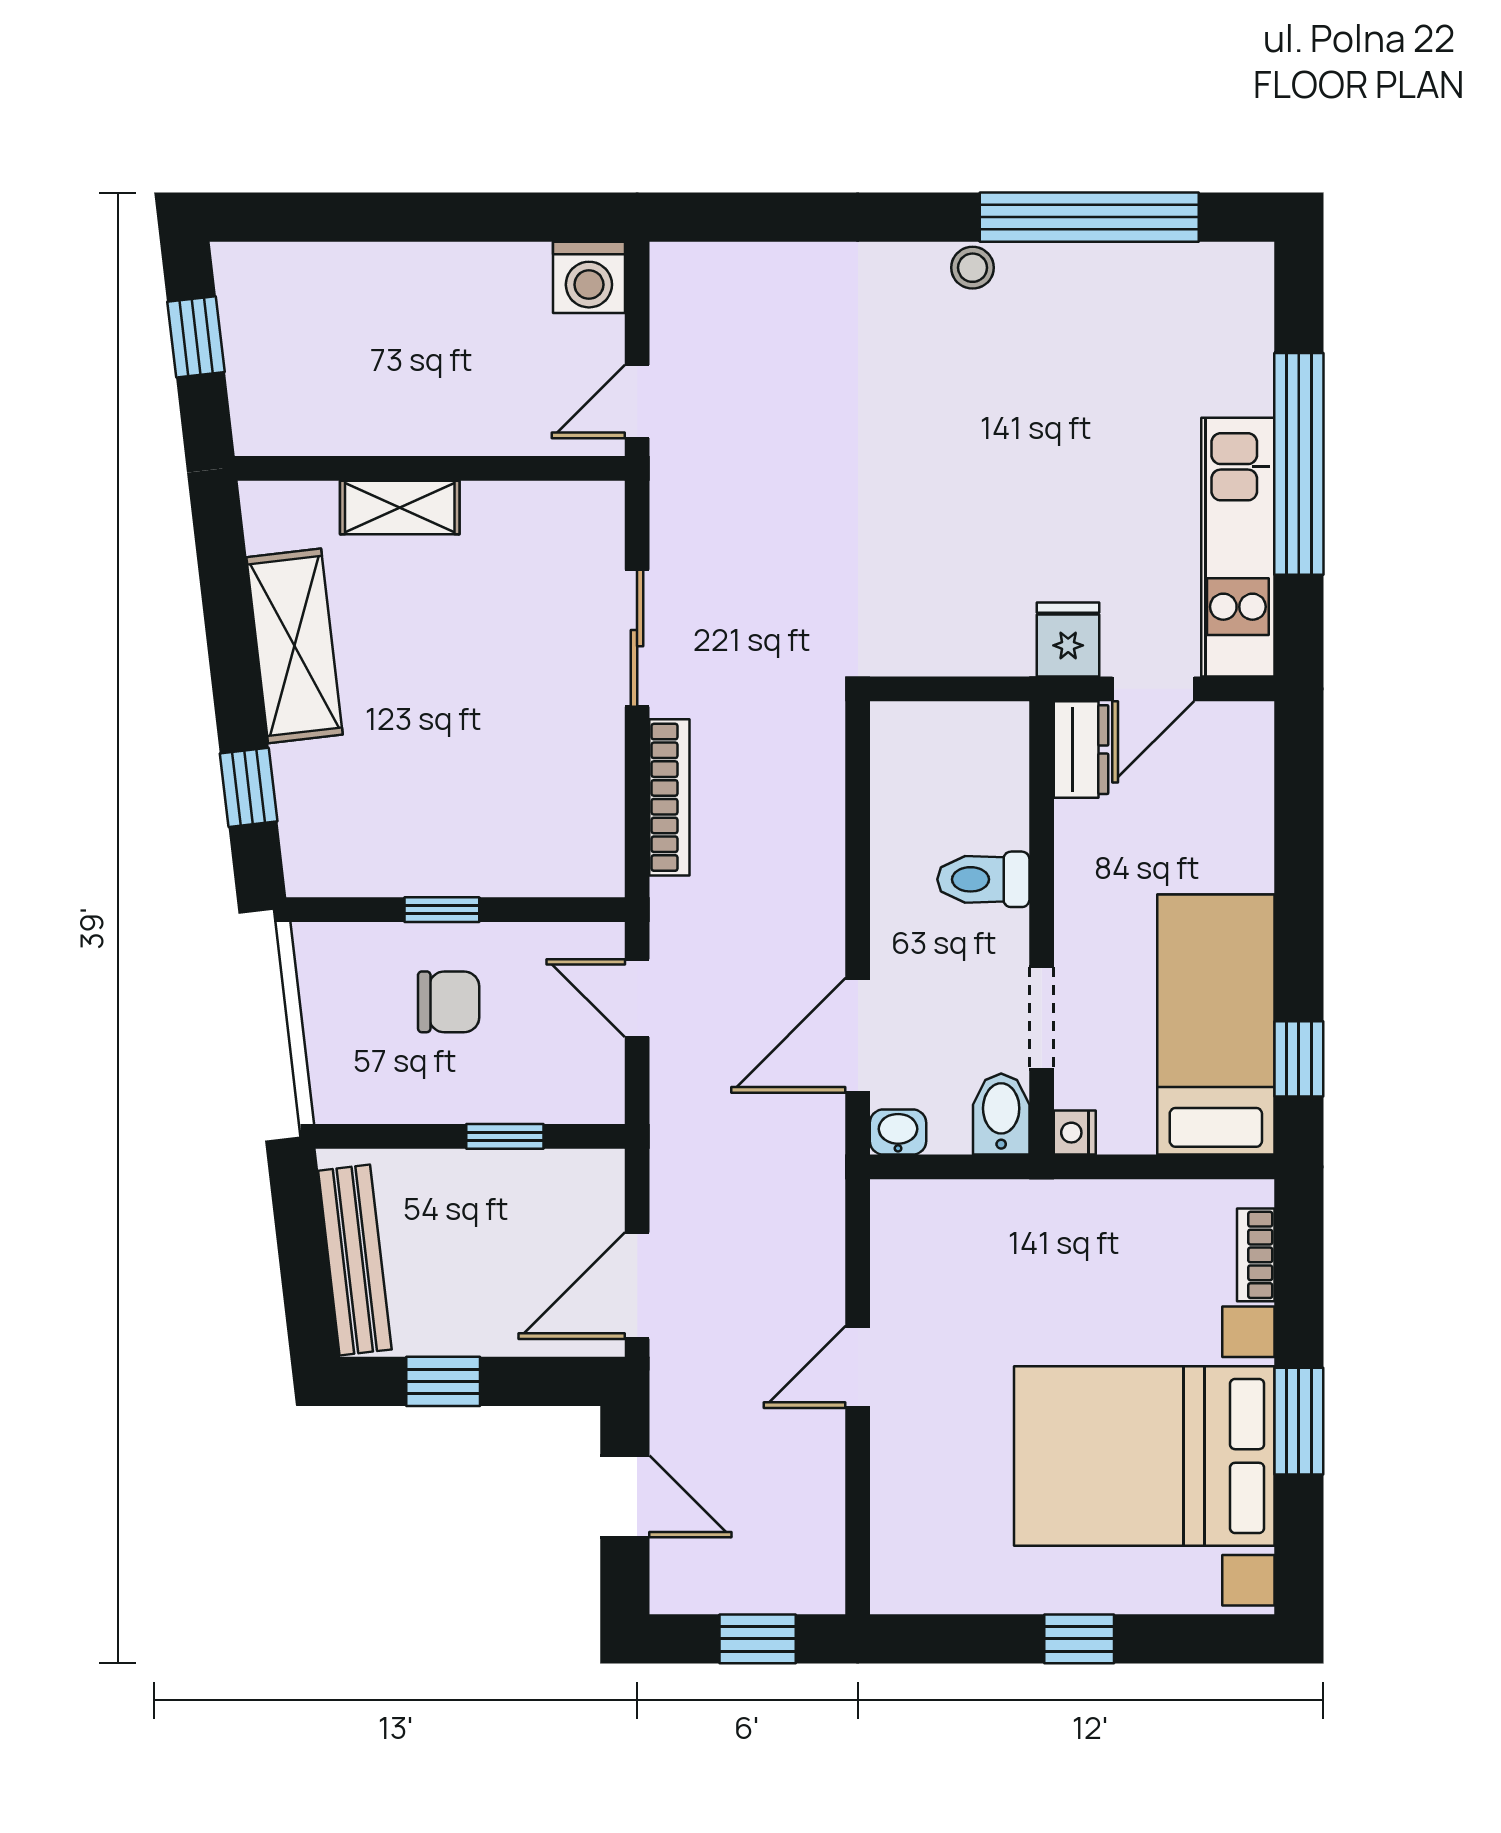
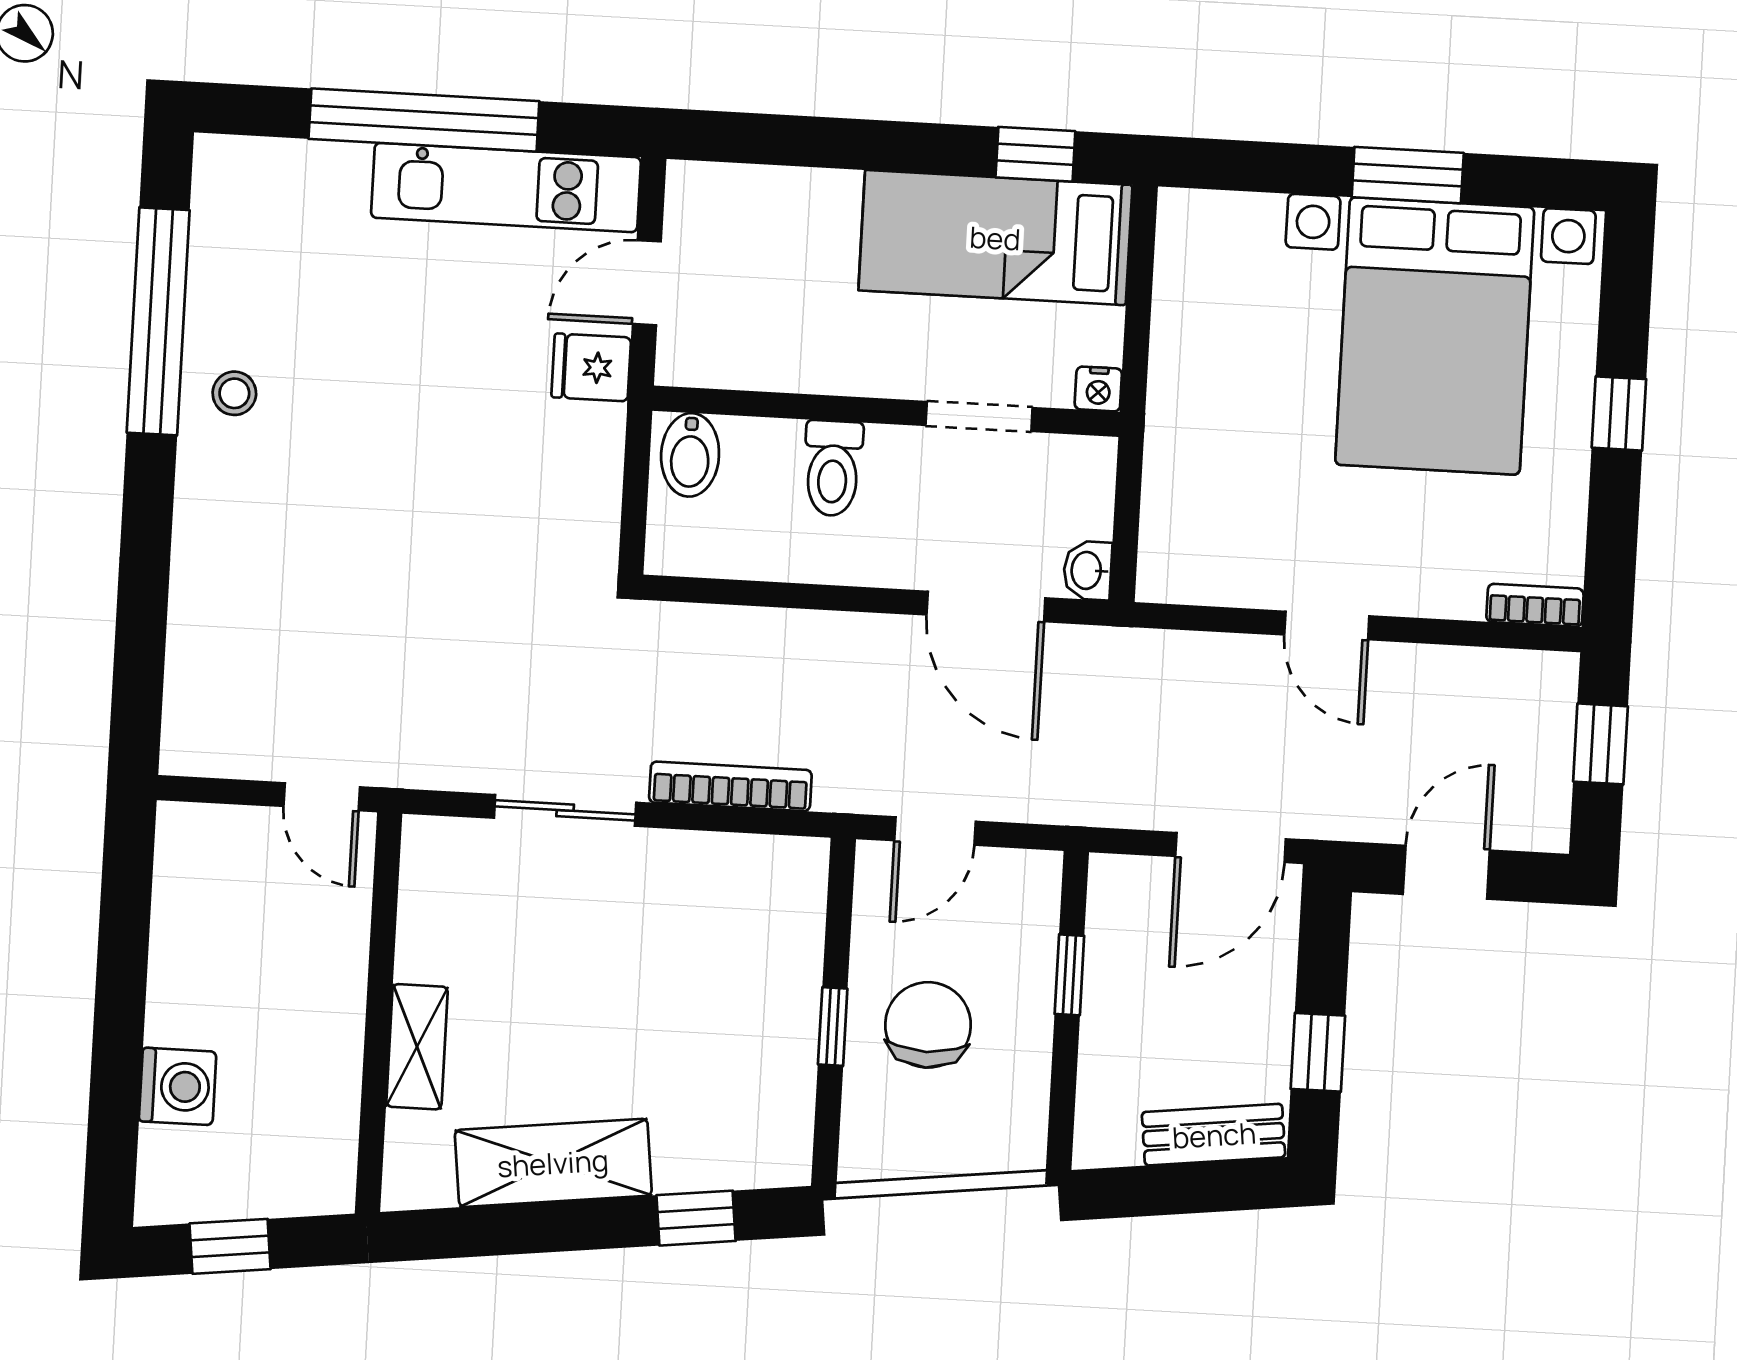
stool: (973, 268) -> (234, 393), moved
washing machine: (589, 277) -> (178, 1086), moved
door: (1153, 689) -> (647, 283), swing flipped
dresser: (1081, 750) -> (705, 360), removed
chair: (449, 1002) -> (928, 1025), width x1.37, depth x1.37
bidet: (1001, 1114) -> (690, 455), moved, turned -90
bookcase: (1256, 1255) -> (1535, 605), moved, turned 180
bench: (355, 1260) -> (1214, 1135), width x0.73
door: (637, 1286) -> (1231, 848), hinge flipped

